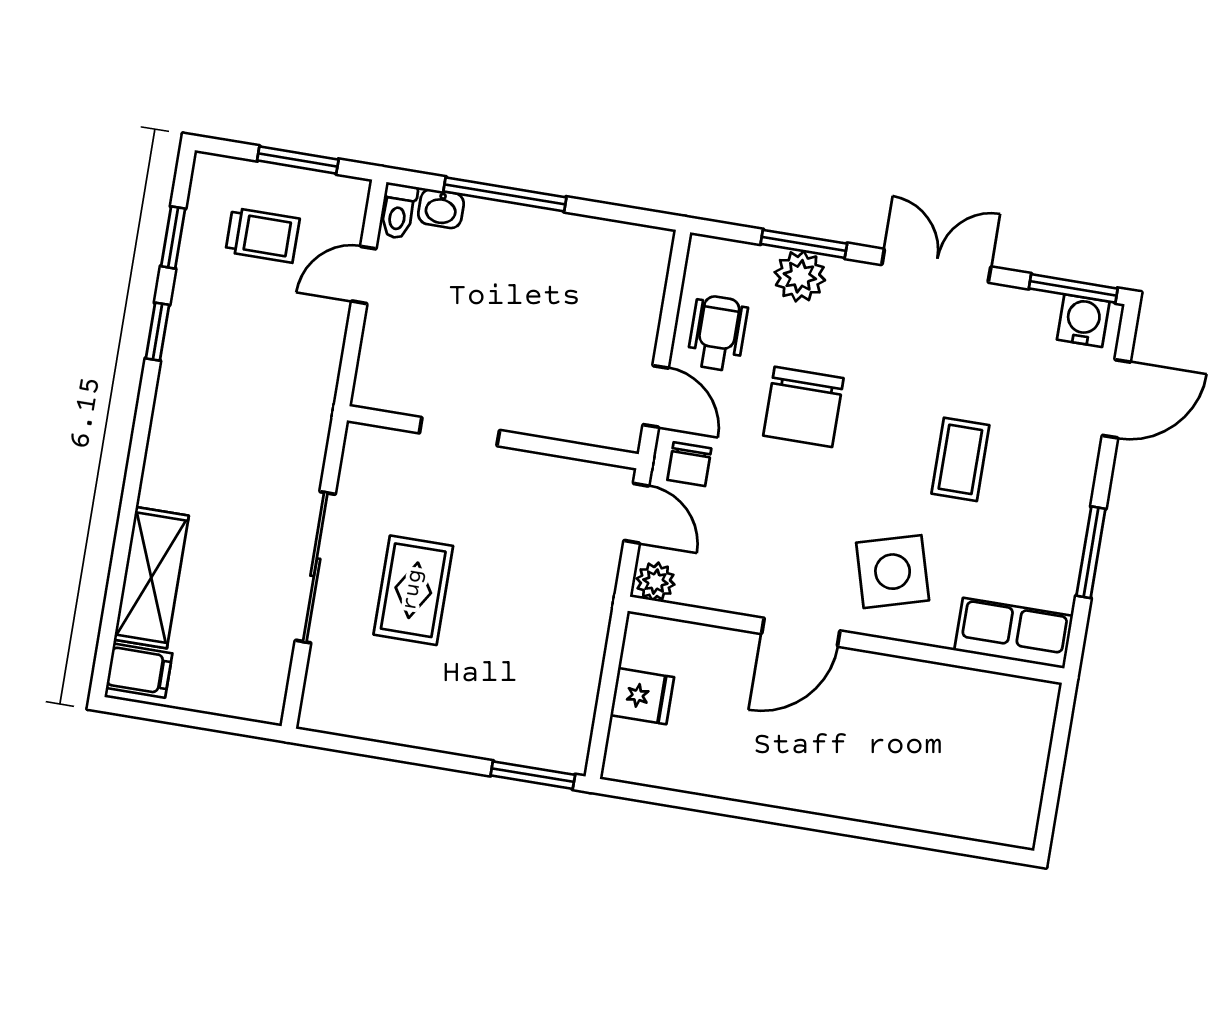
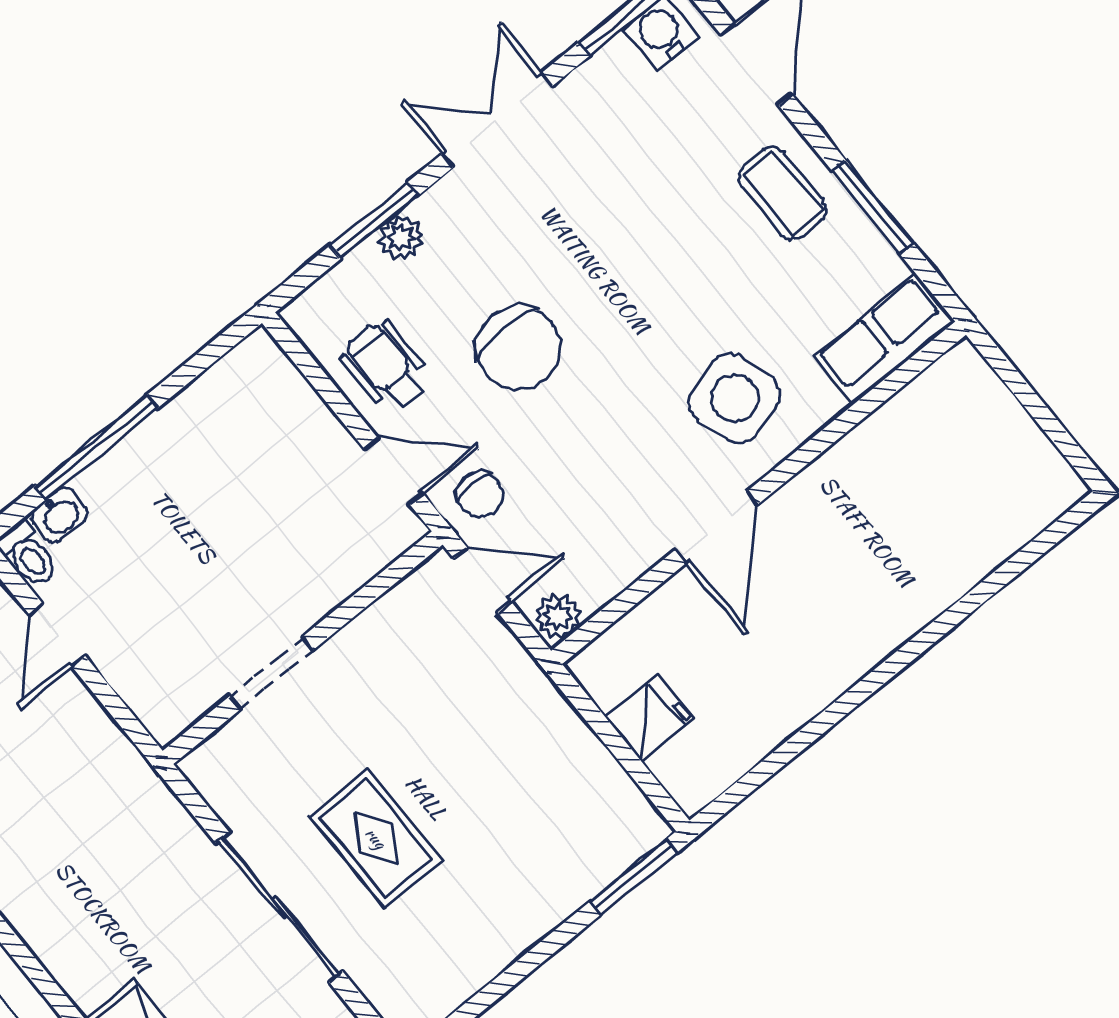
plant: (800, 276) -> (401, 238), width x0.73, depth x0.73
coffee table: (960, 459) -> (782, 193), moved

